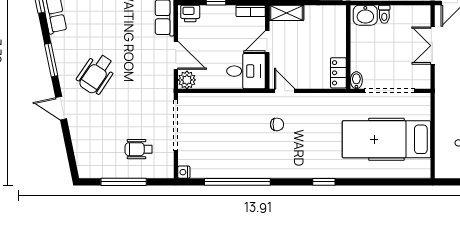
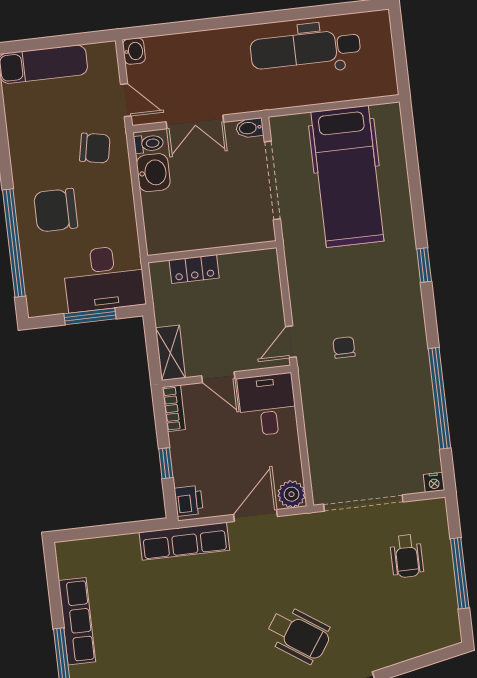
toilet: (384, 14) -> (149, 144), moved
washbasin: (365, 15) -> (153, 173), moved
locker: (338, 73) -> (194, 269), moved
bidet: (356, 80) -> (250, 128), moved

